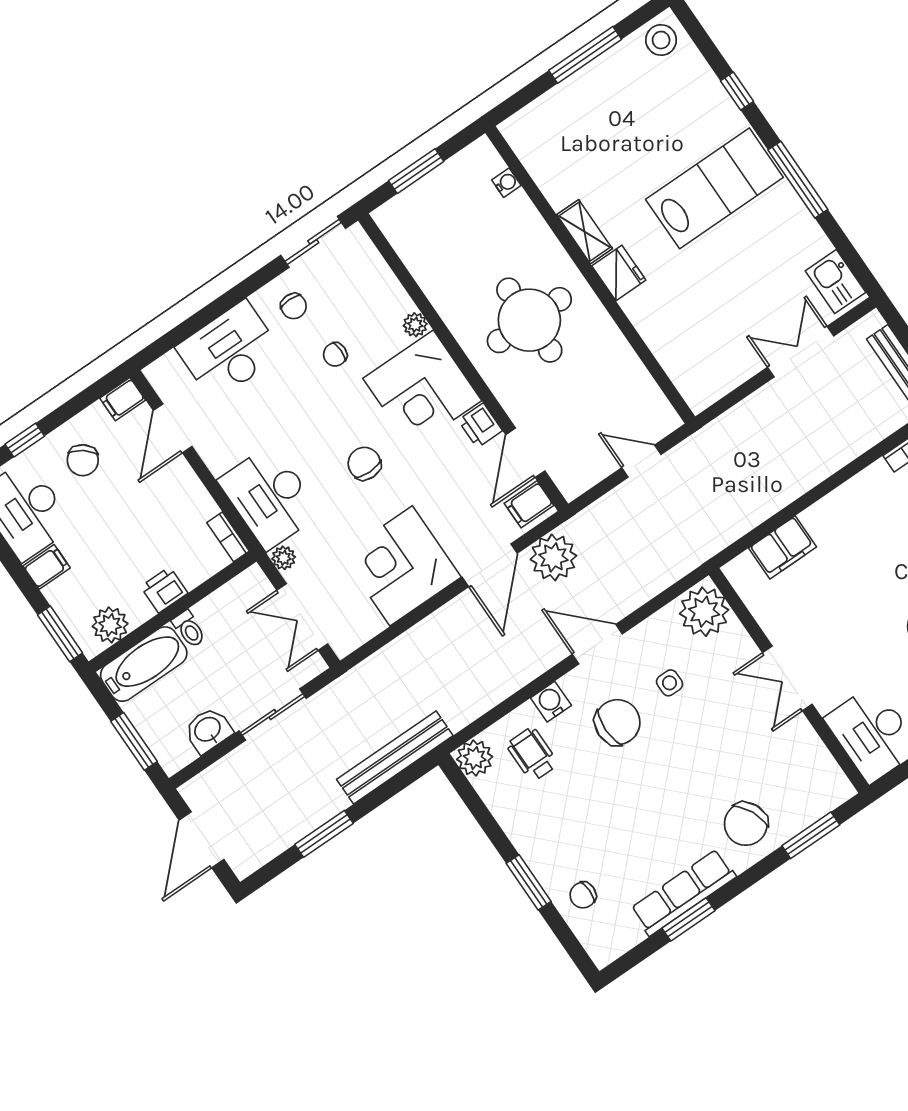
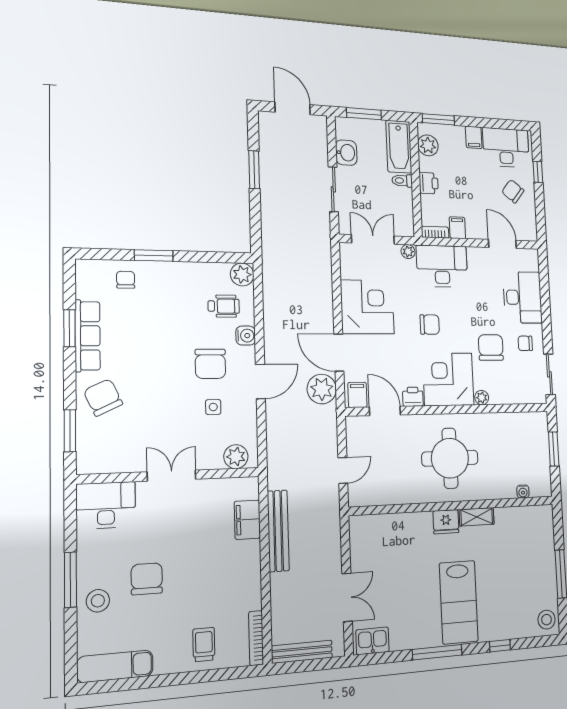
chair: (335, 354) -> (491, 347), width x1.87, depth x1.87
filing cabinet: (123, 399) -> (457, 228), moved
plant: (704, 612) -> (236, 457), width x0.73, depth x0.73
bench: (395, 757) -> (278, 531), moved

